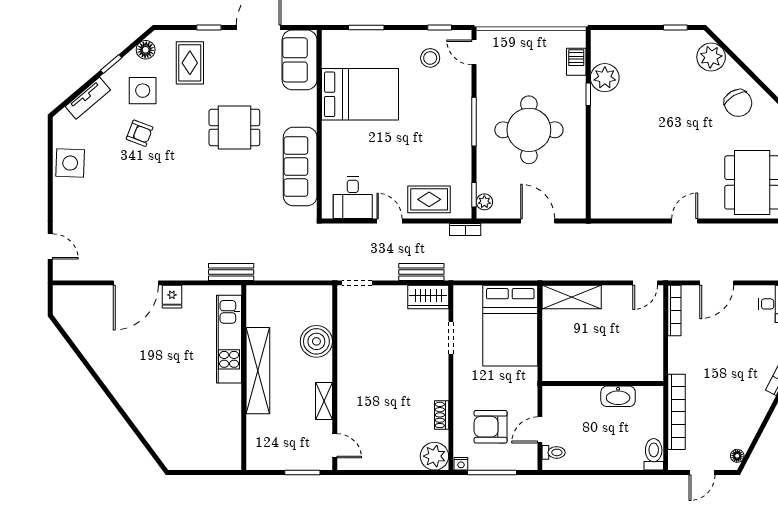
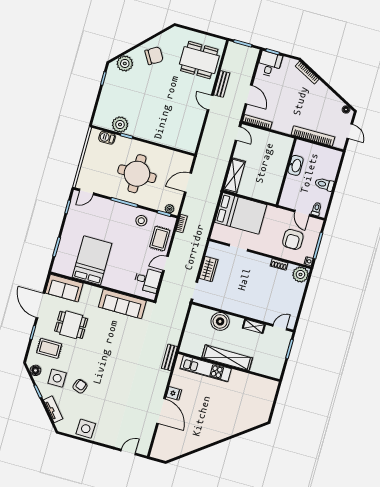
stool: (430, 58) -> (141, 221), moved
dining table: (234, 127) -> (71, 325), moved, turned 90
bench: (421, 272) -> (222, 84), moved
wardrobe: (428, 297) -> (209, 269), moved
toilet: (654, 454) -> (324, 184), moved

